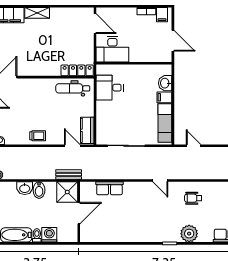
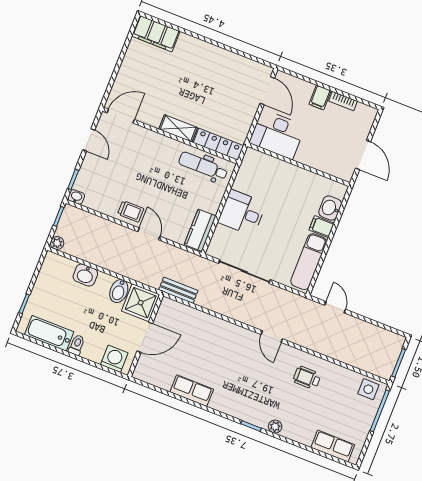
shelving: (37, 13) -> (178, 128), moved
filing cabinet: (162, 15) -> (320, 98), moved
desk: (110, 88) -> (242, 213), moved
door: (72, 146) -> (149, 234), moved
bench: (69, 175) -> (178, 290), moved
row of seats: (109, 188) -> (192, 391), moved, turned 180
bidet: (39, 190) -> (119, 291), moved
plant: (189, 234) -> (275, 427), width x0.53, depth x0.53
washing machine: (49, 235) -> (114, 359), moved

